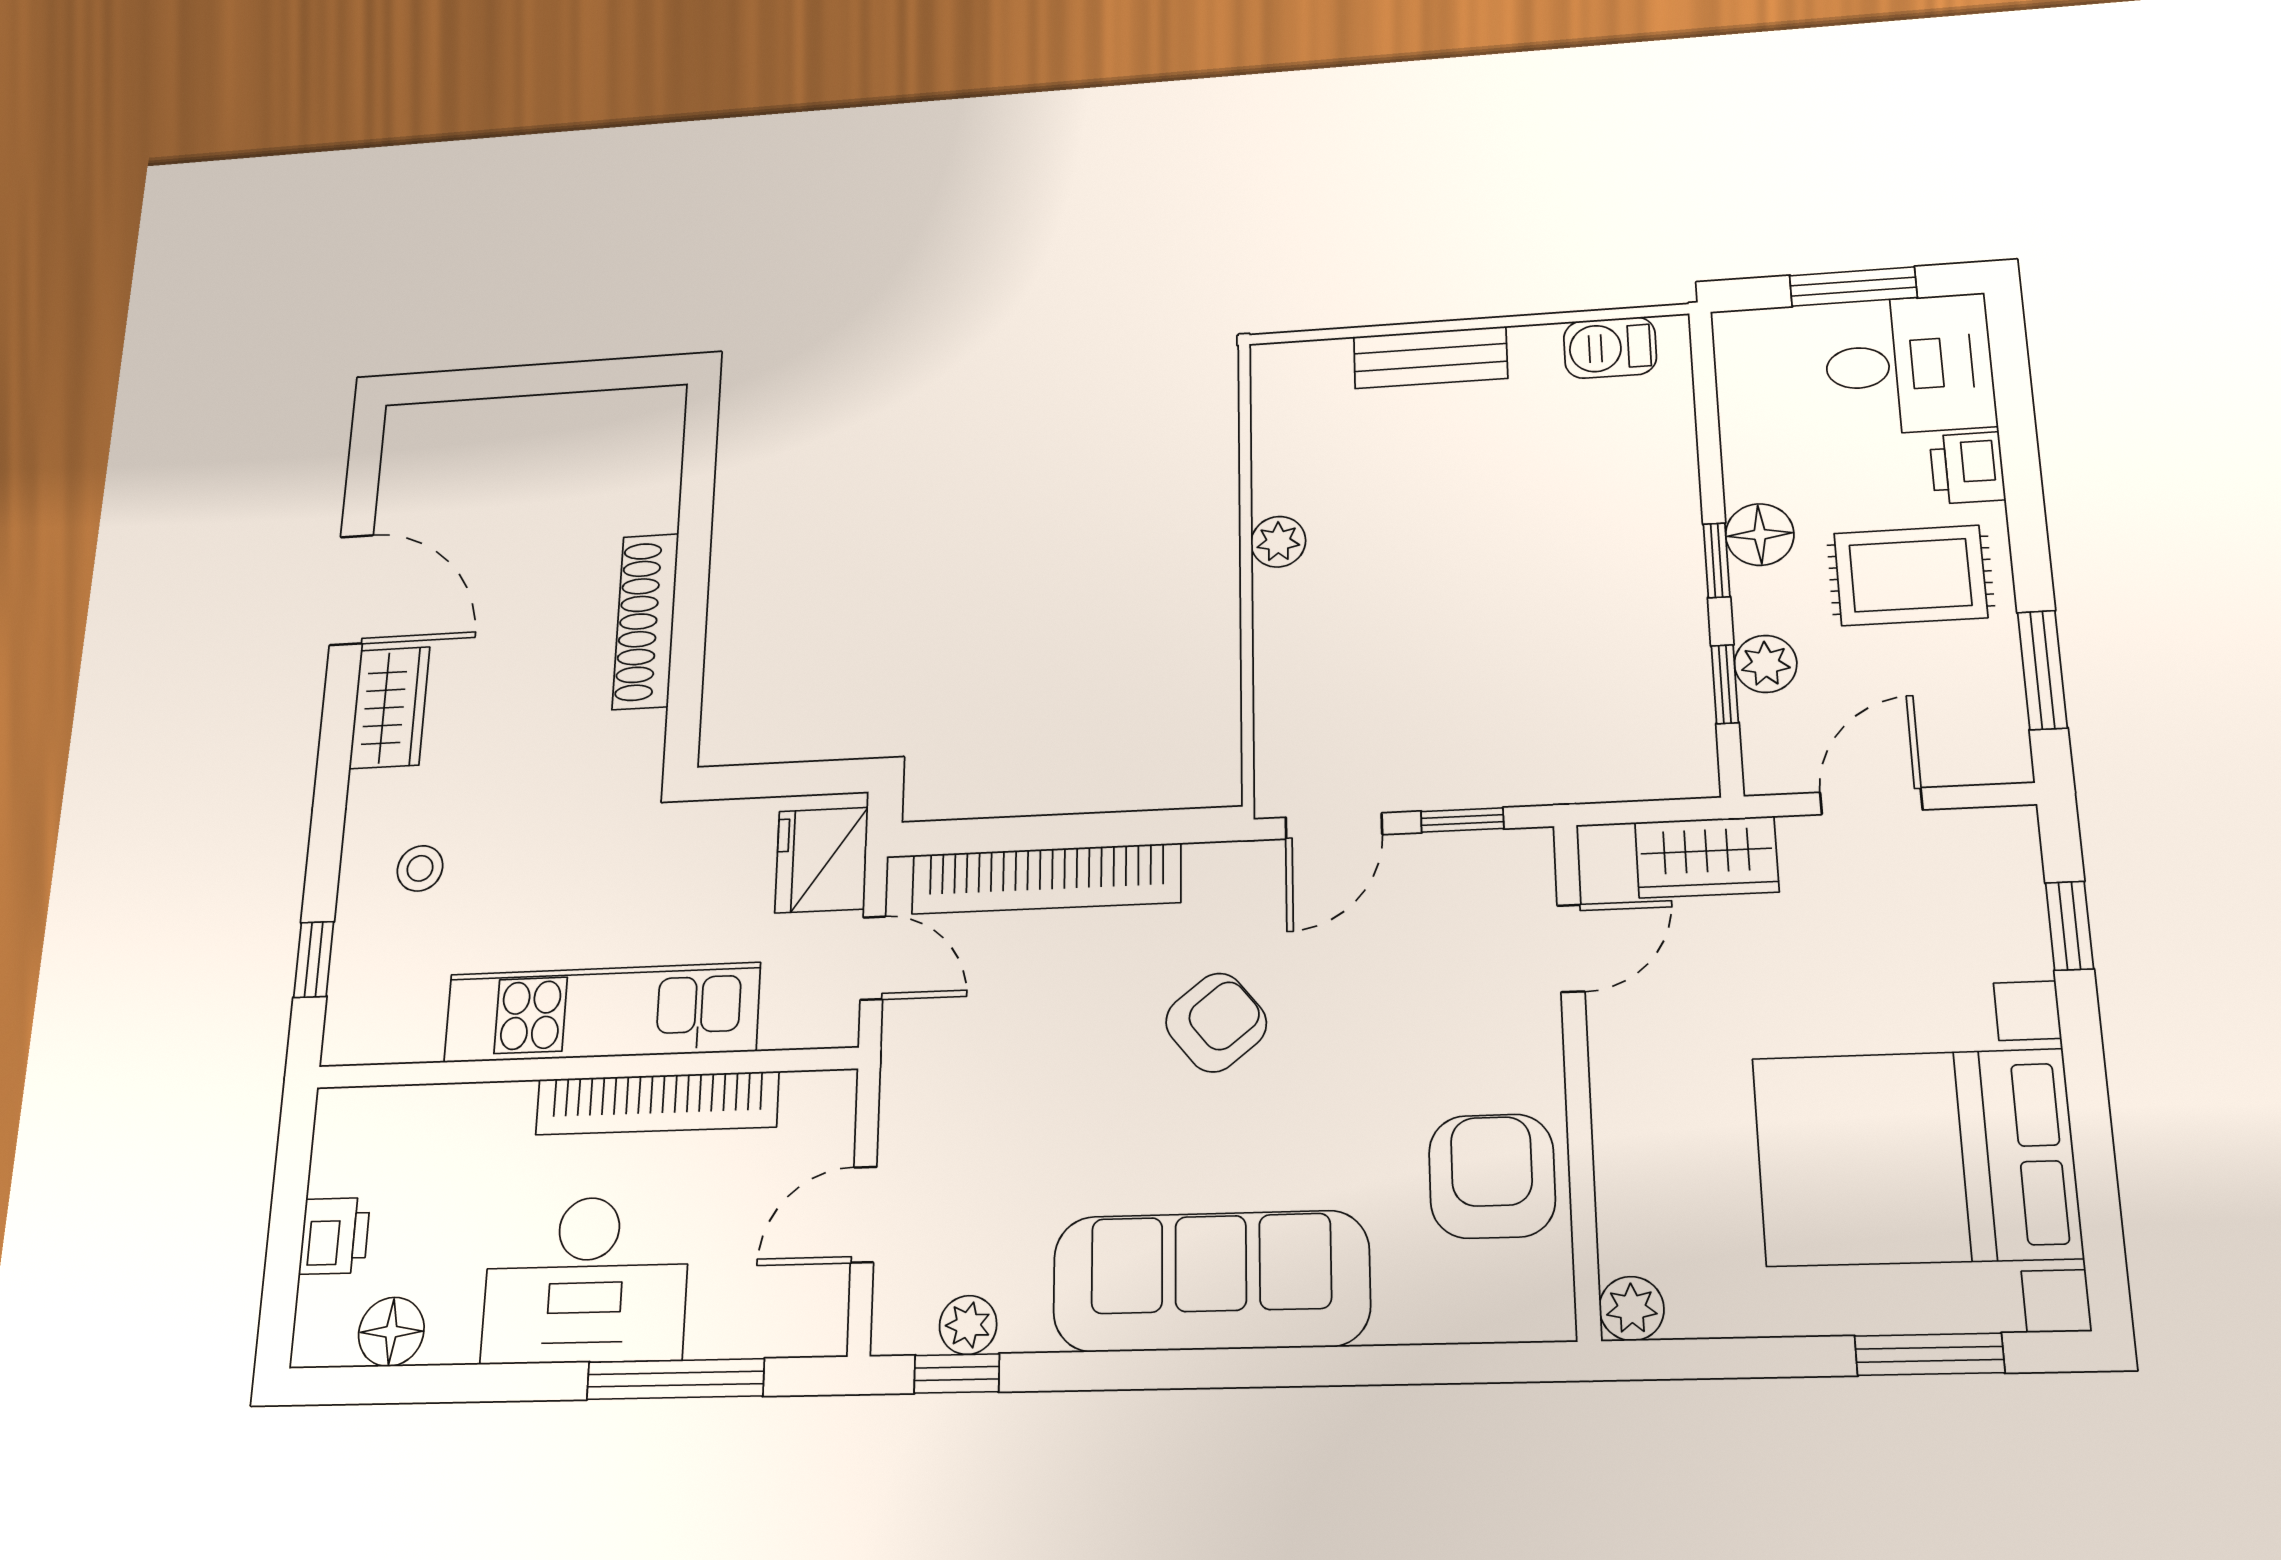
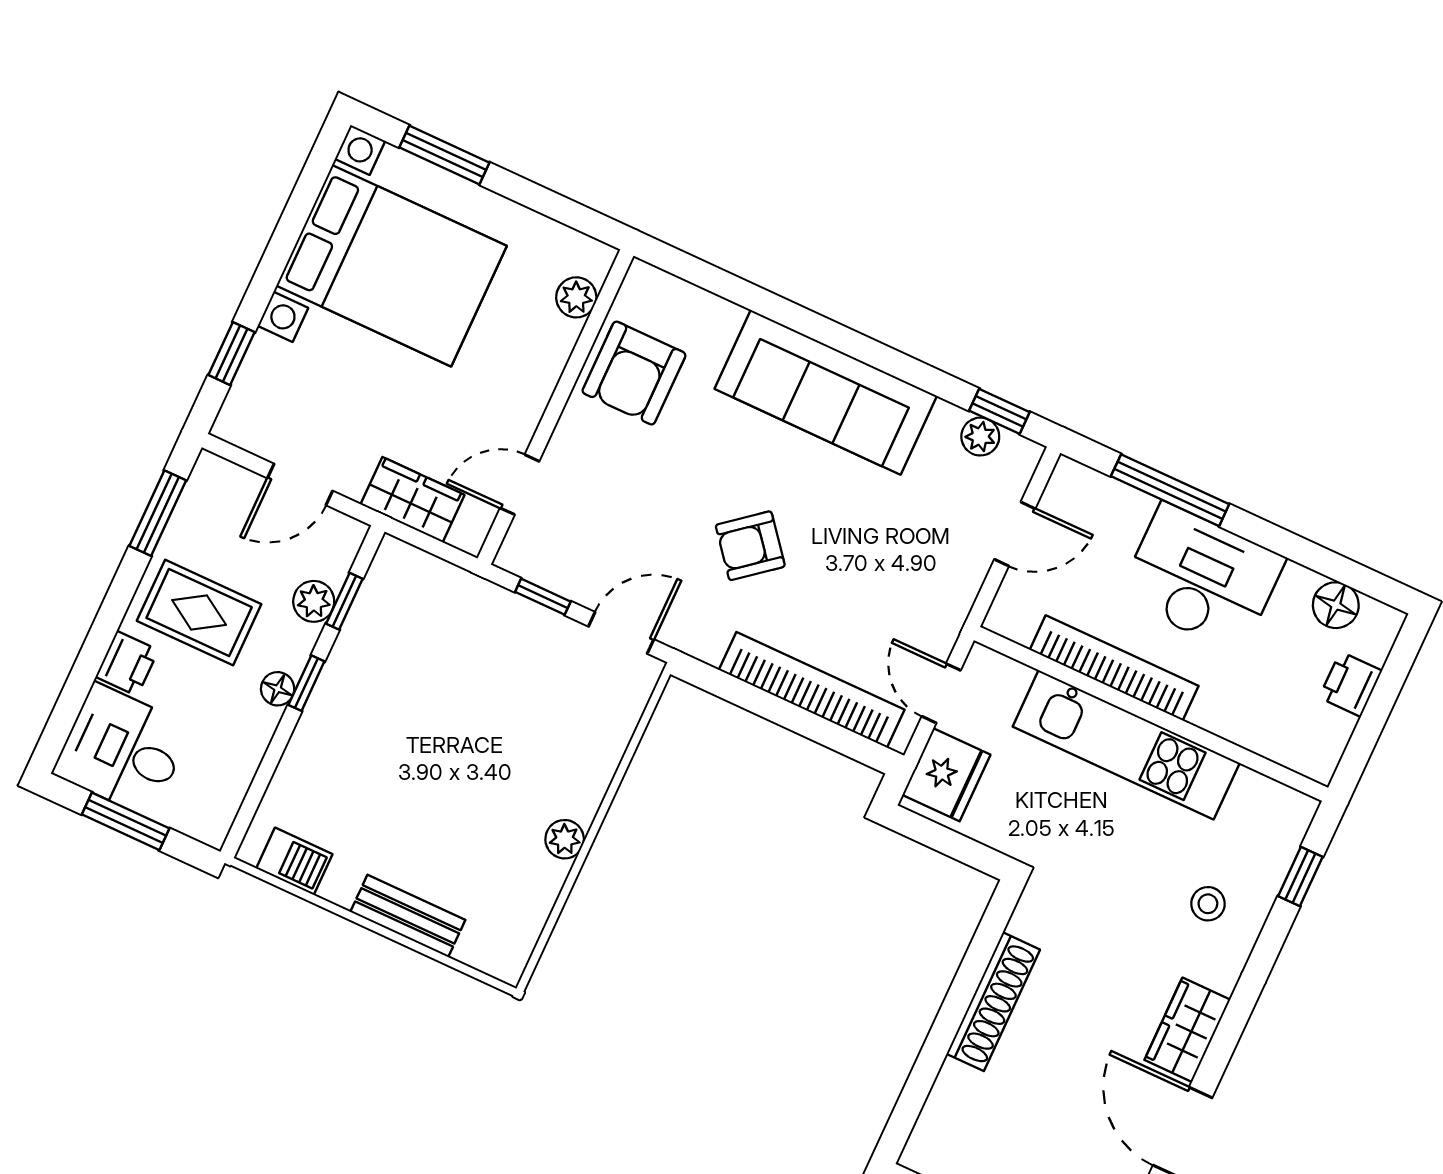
floor lamp: (1760, 535) -> (278, 689), width x0.73, depth x0.73
plant: (1632, 1309) -> (576, 297), moved

